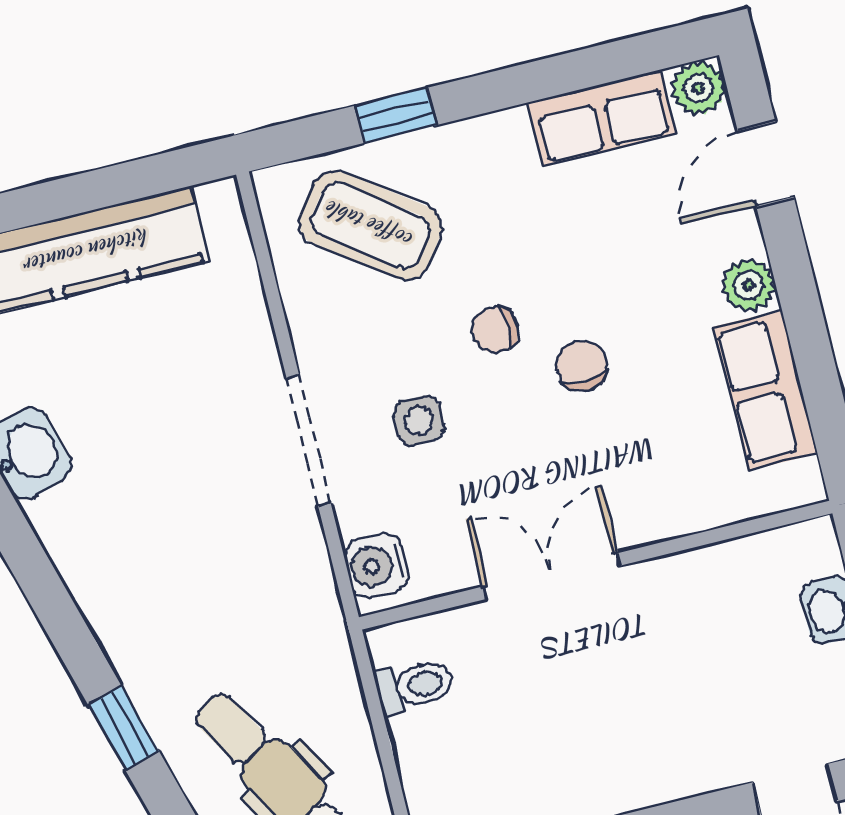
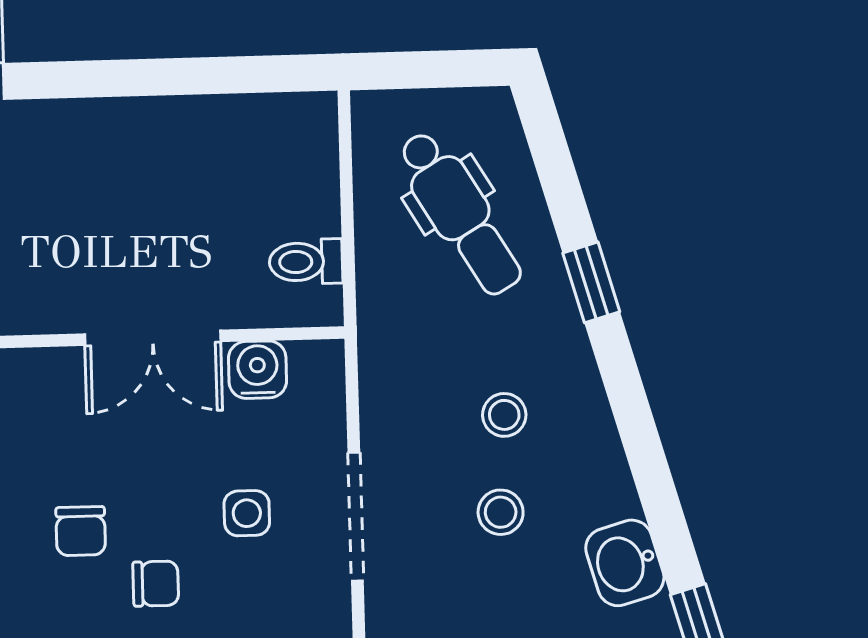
stool: (164, 477) -> (501, 512), added
water cooler: (376, 565) -> (257, 370), moved, turned -90
stool: (182, 576) -> (504, 415), added

